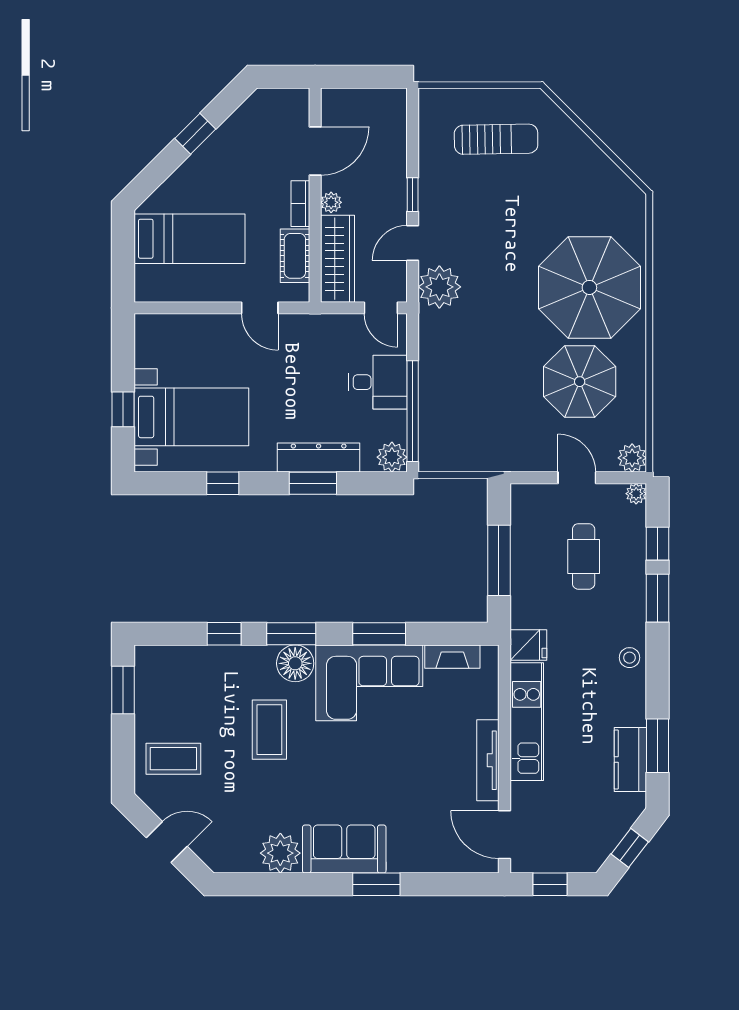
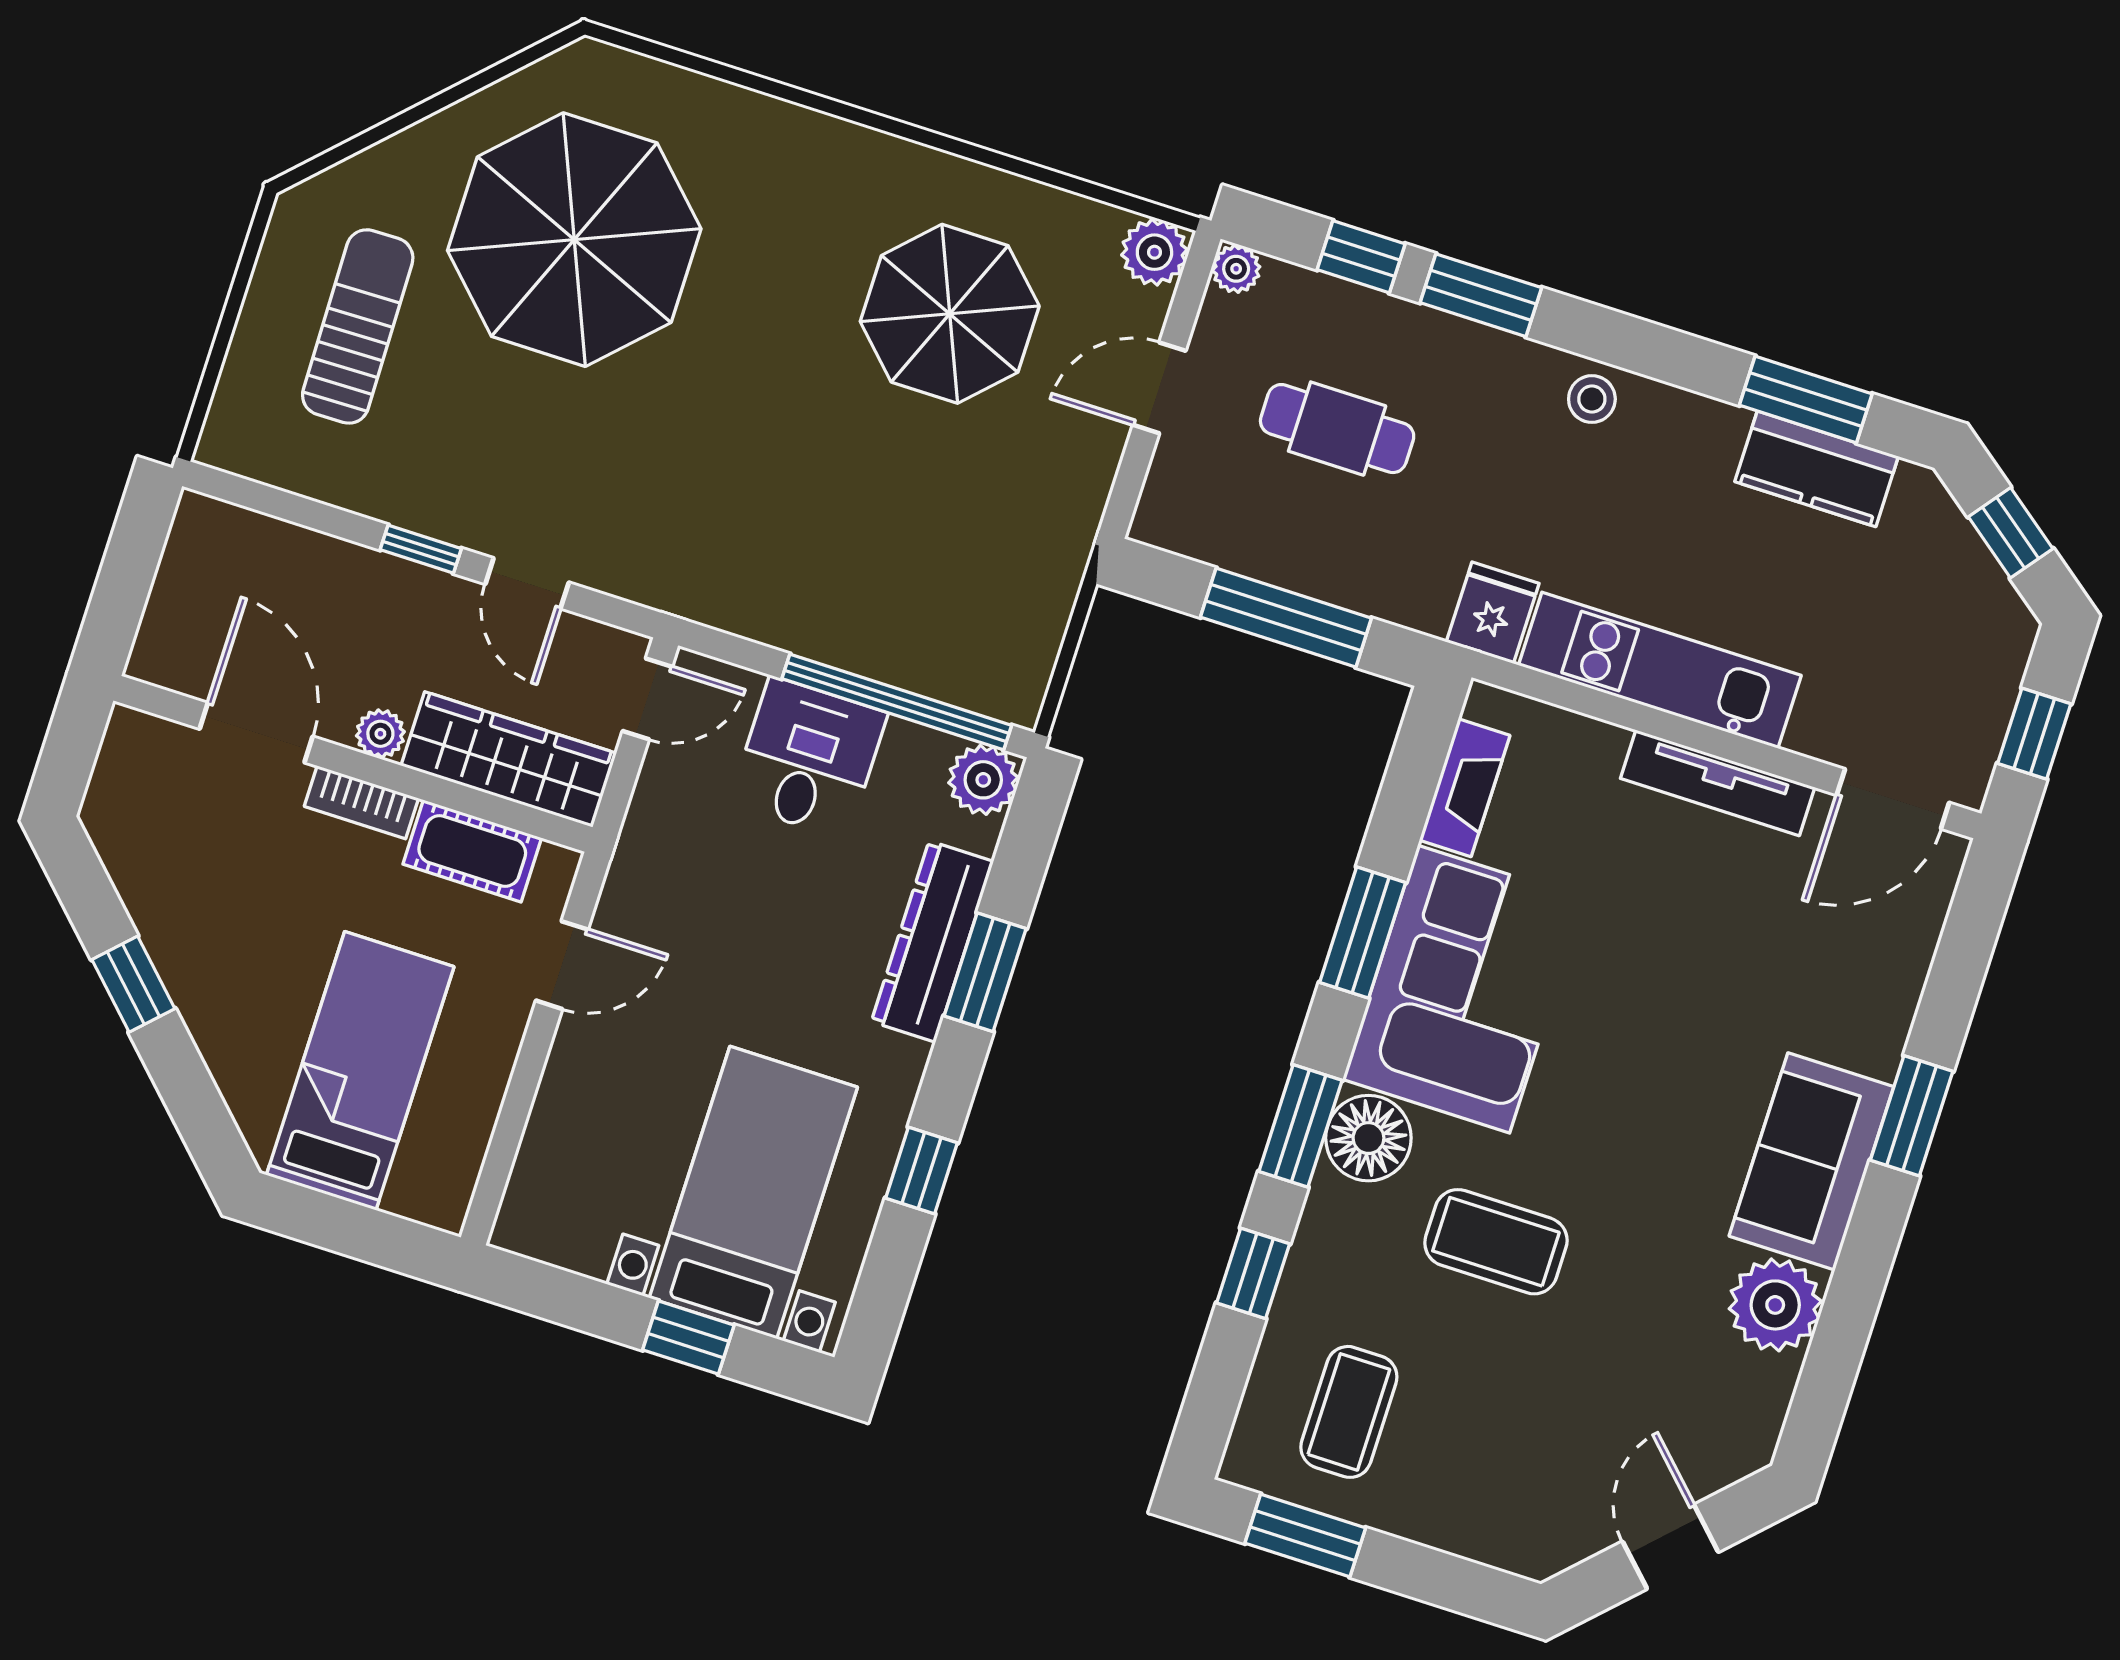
plant: (439, 287) -> (643, 555), removed
parasol: (589, 287) -> (574, 240), moved
coffee table: (173, 759) -> (1349, 1412), moved

